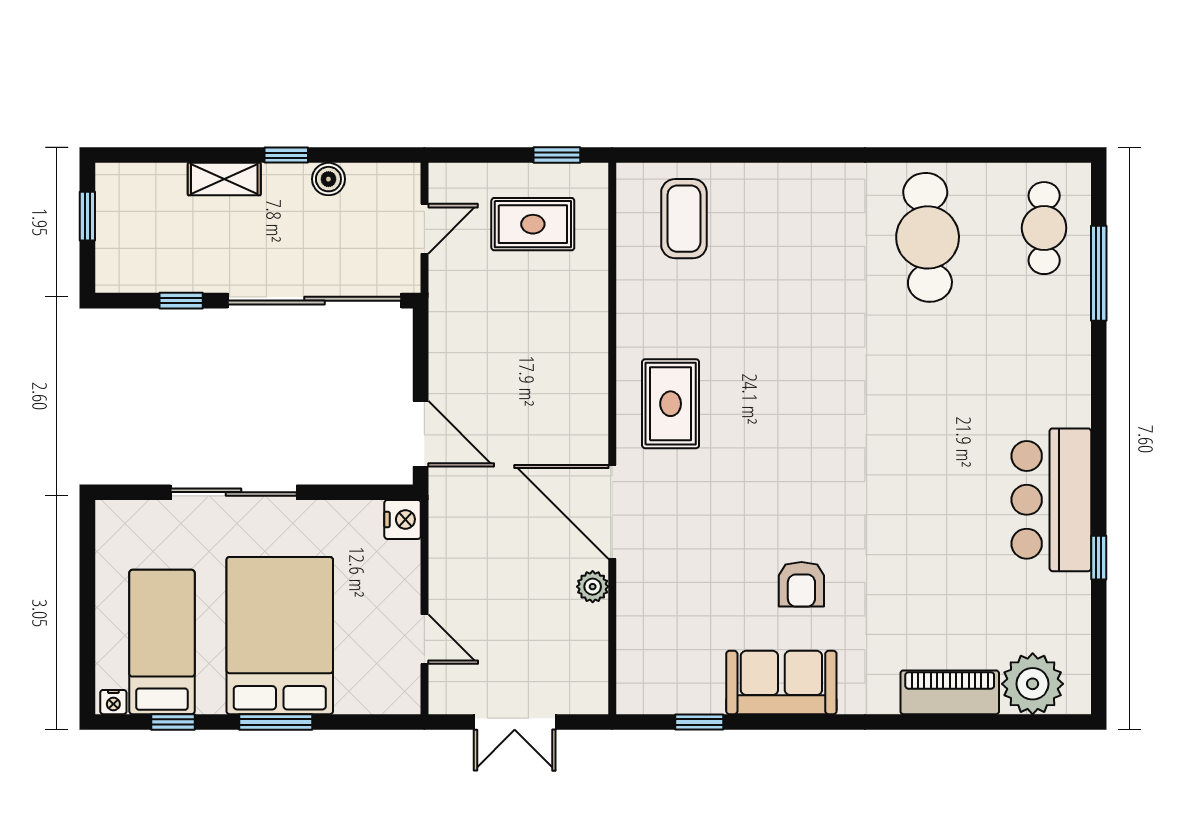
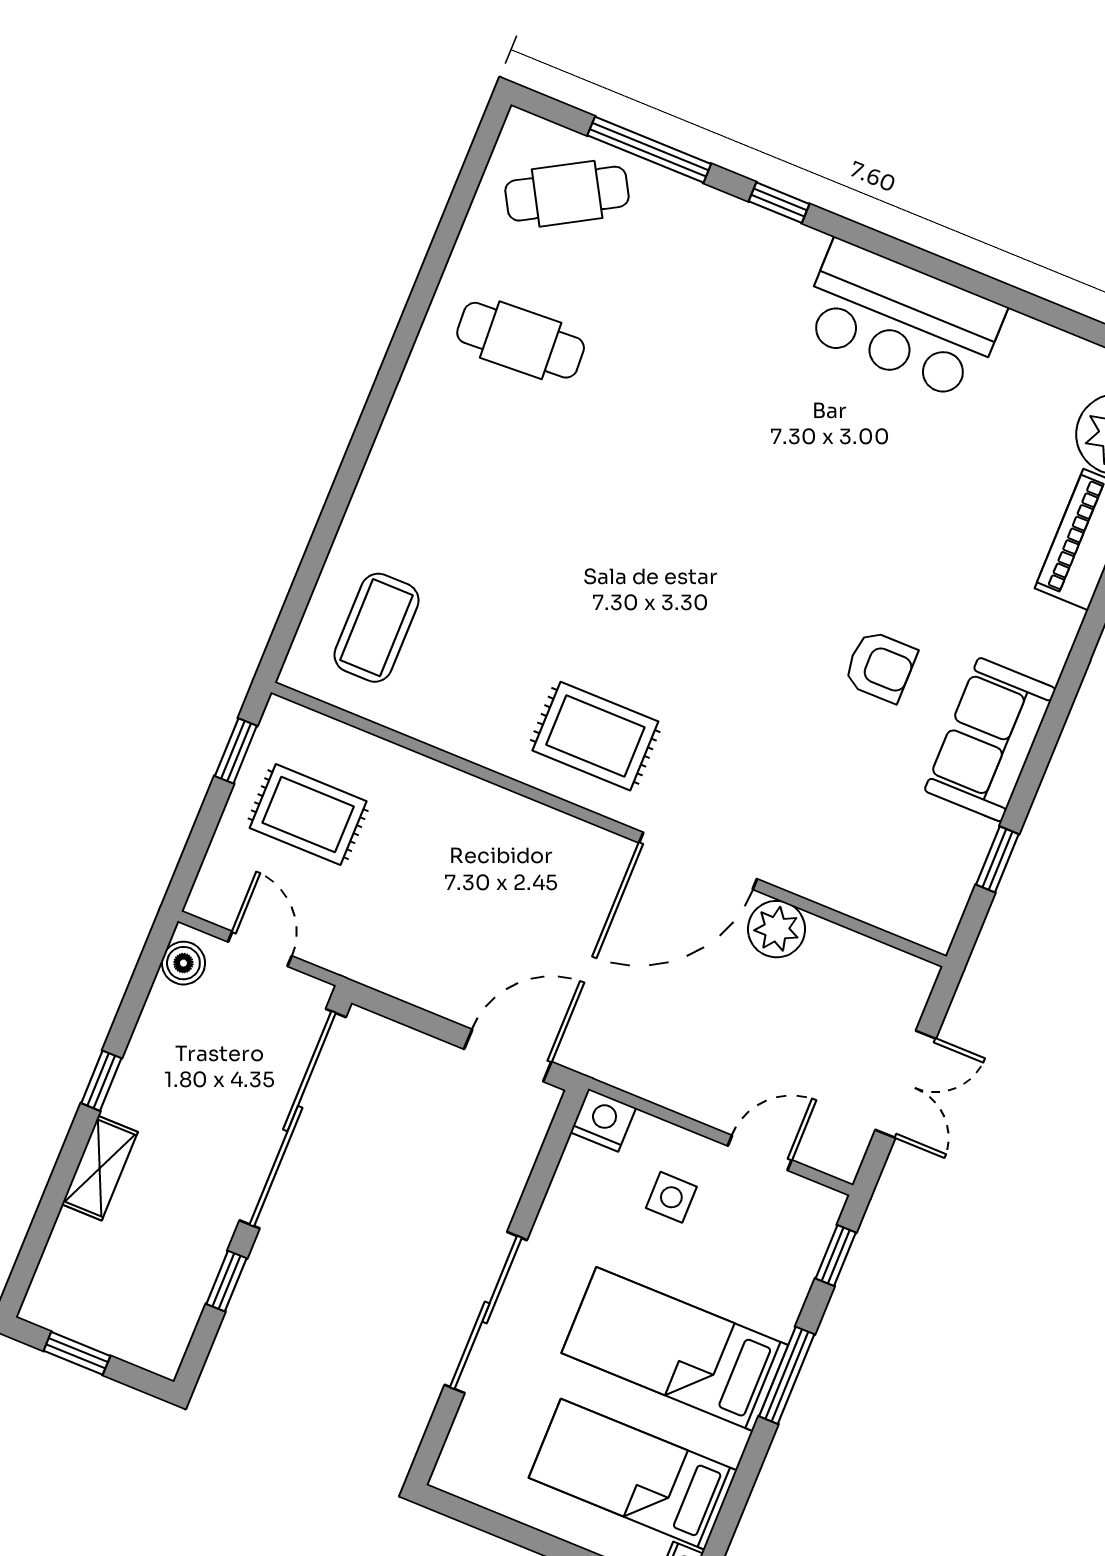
boiler: (328, 179) -> (183, 963), moved
coffee table: (684, 219) -> (377, 628), turned 90
rug: (533, 224) -> (308, 815), turned 90
cafe table: (1044, 228) -> (567, 194), turned -30
cafe table: (928, 237) -> (521, 340), width x0.73, depth x0.74
window: (1099, 558) -> (779, 203), moved
plant: (593, 587) -> (777, 929), width x1.38, depth x1.38
side table: (368, 590) -> (671, 1197), added
bed: (280, 636) -> (675, 1349), width x0.67
window: (173, 722) -> (836, 1255), moved

